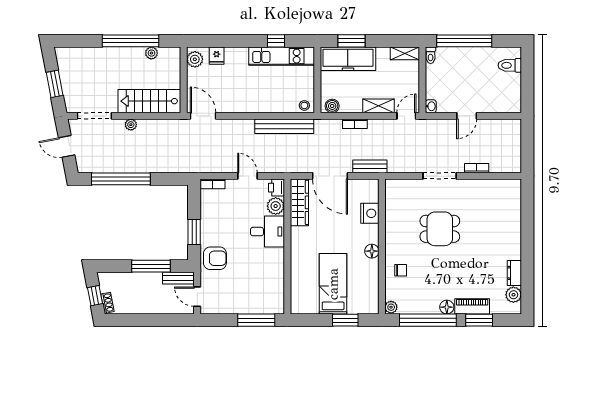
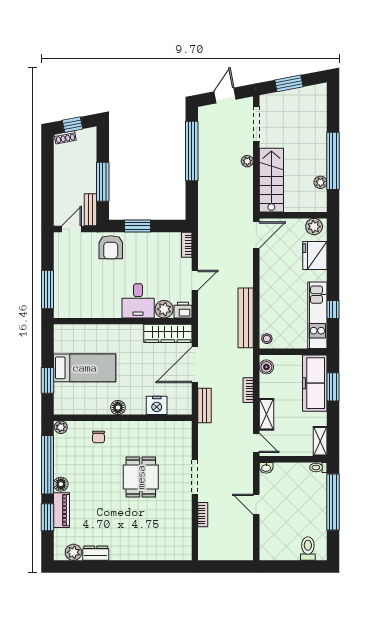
fridge: (217, 56) -> (315, 256), width x1.88, depth x1.34

